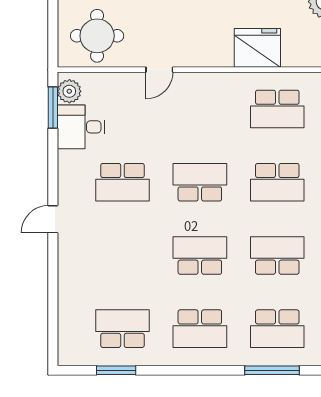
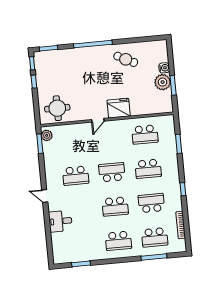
fridge: (257, 48) -> (119, 108), moved
door: (159, 70) -> (98, 120), moved
desk: (81, 127) -> (60, 221), moved
door: (53, 219) -> (45, 196), hinge flipped
school desk: (200, 255) -> (115, 206), turned 180
school desk: (122, 329) -> (82, 244), removed

